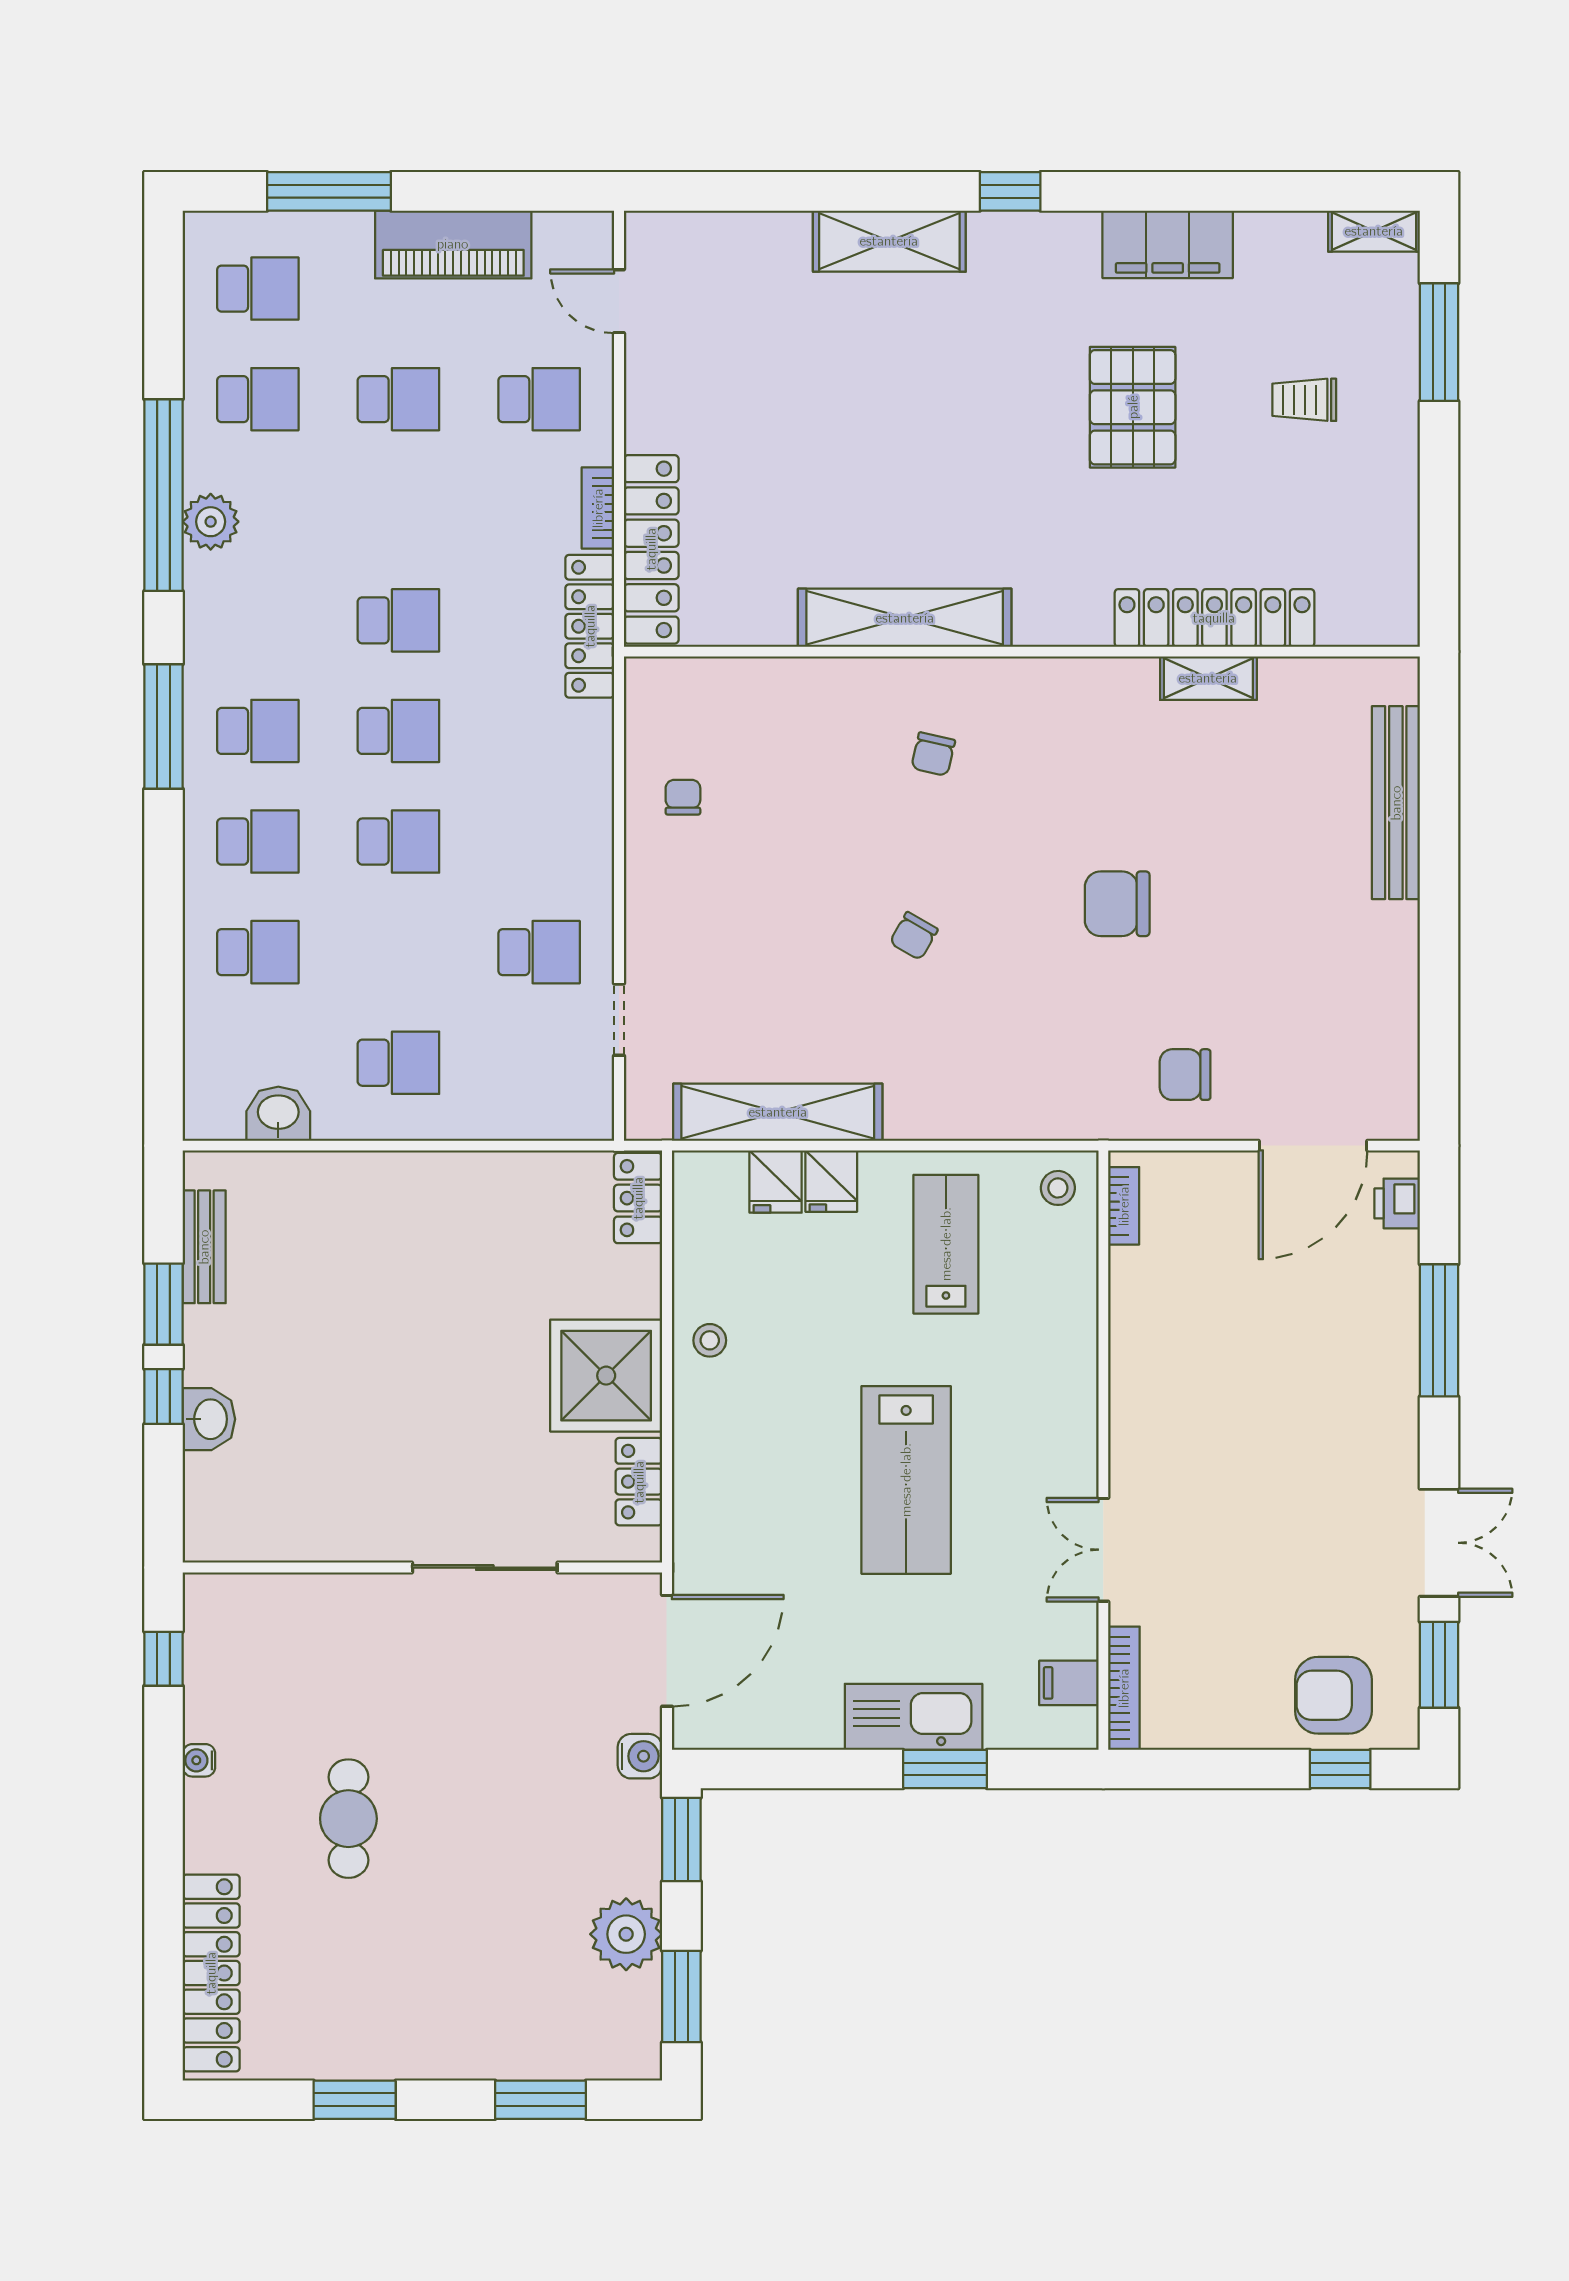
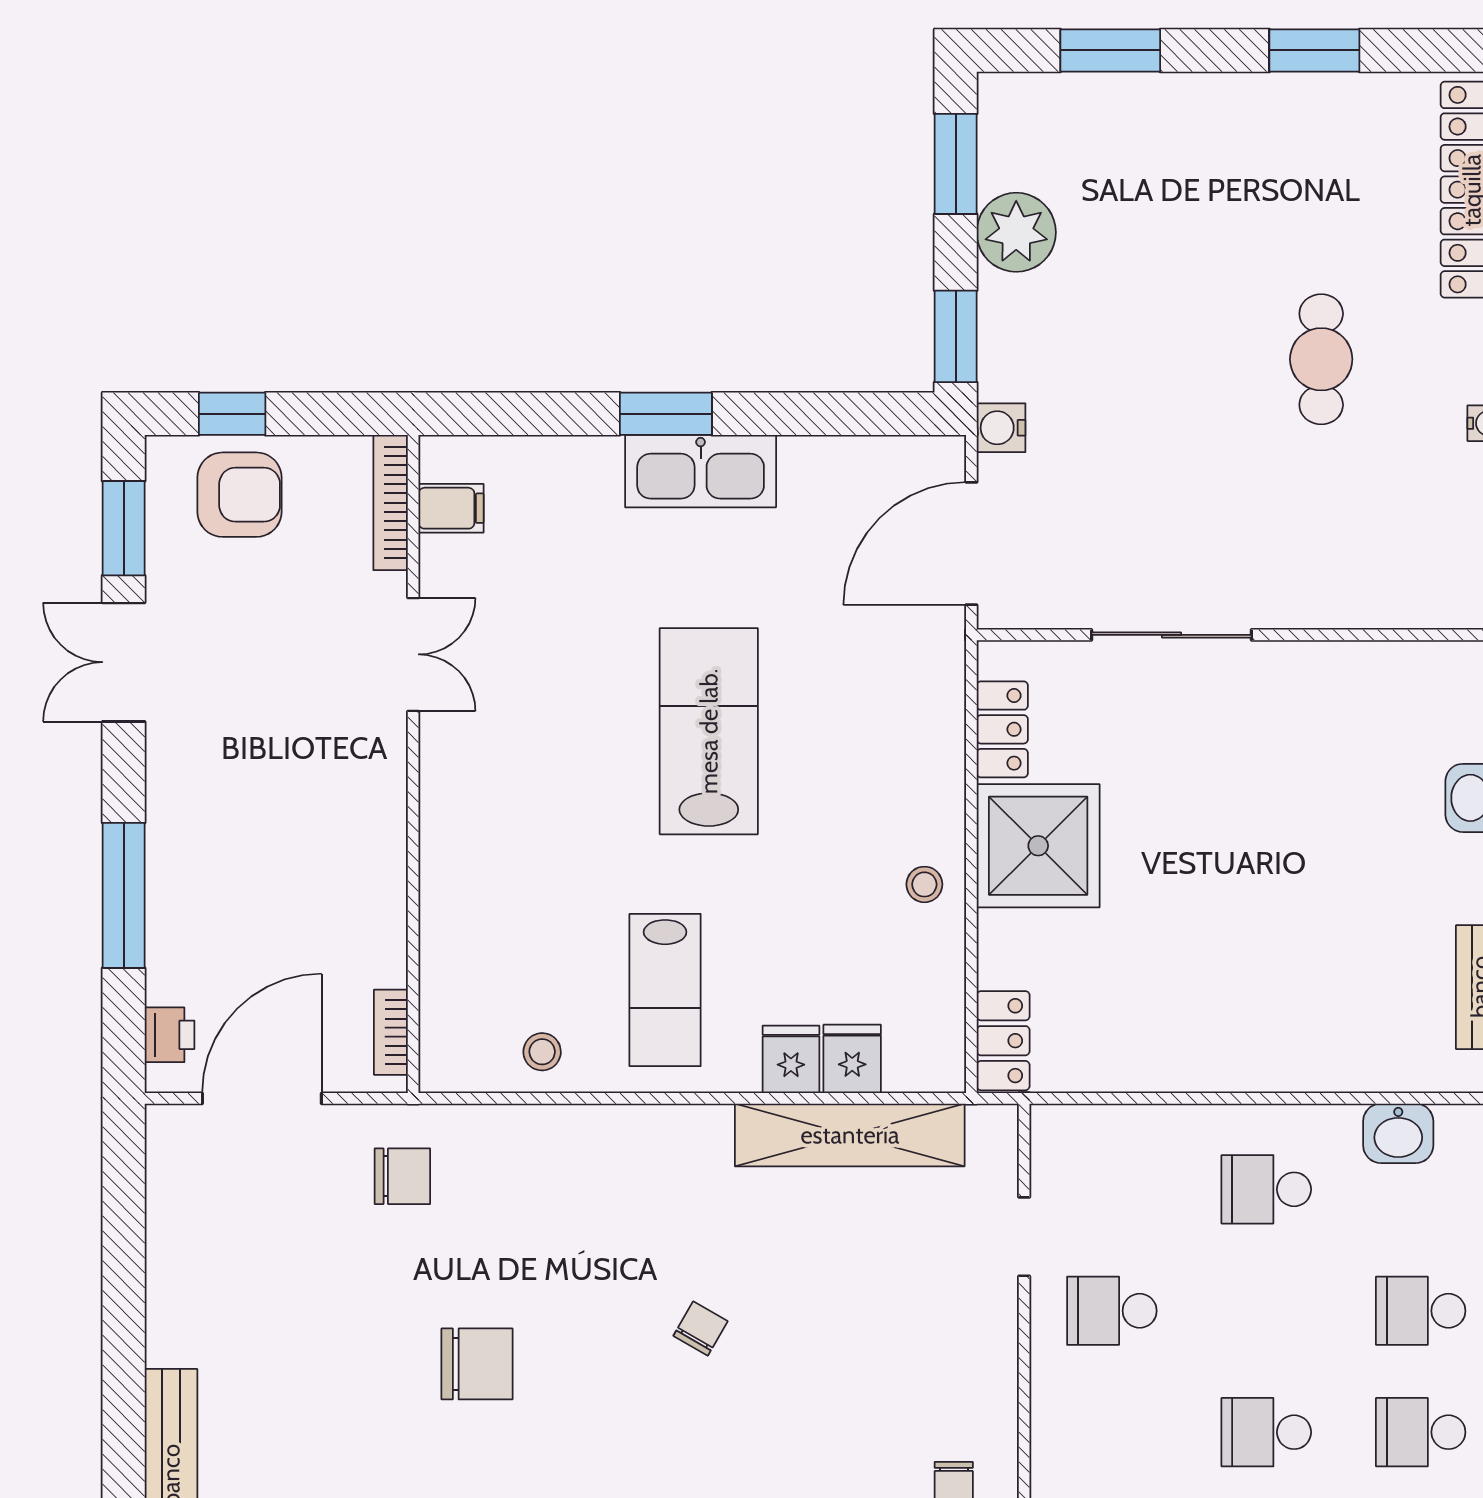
bookcase: (1124, 1206) -> (391, 1032), moved
wall: (1103, 1450) -> (413, 764), moved
double door: (1103, 1550) -> (413, 654), moved
filing cabinet: (1069, 1683) -> (451, 508), moved
bookcase: (1124, 1688) -> (391, 503), moved

